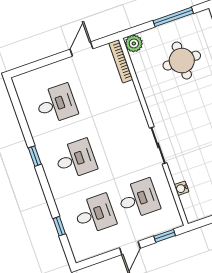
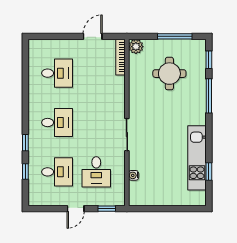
window: (35, 156) -> (25, 143), moved
desk: (139, 199) -> (96, 172), turned 90

